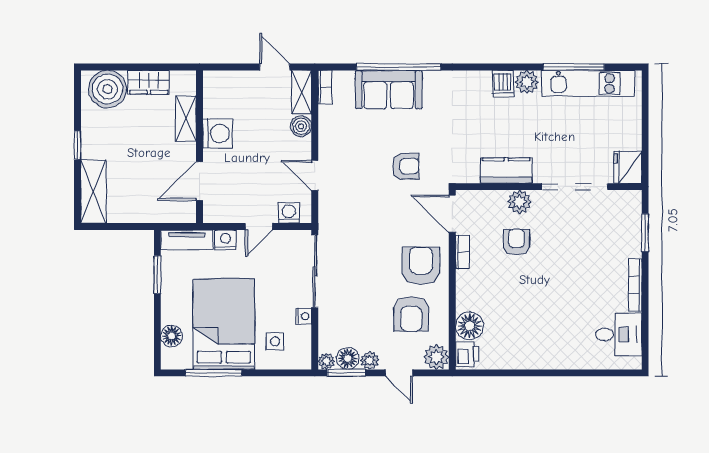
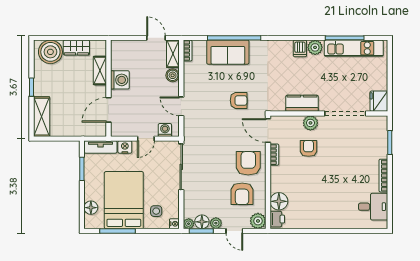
nightstand: (304, 316) -> (174, 224), moved

